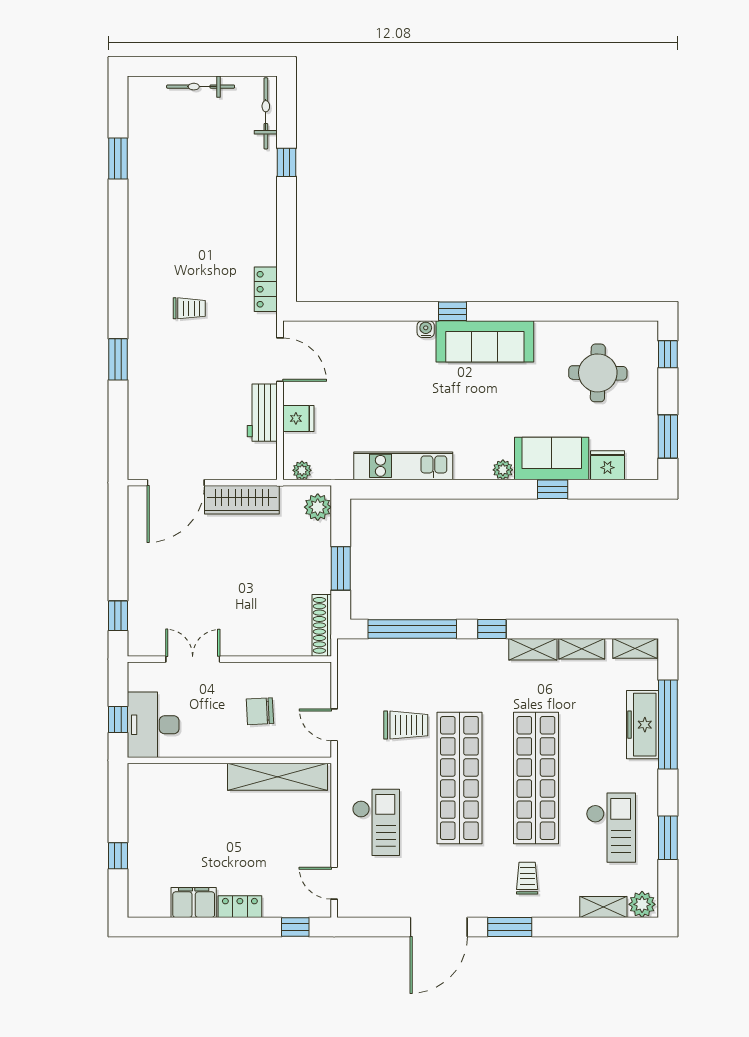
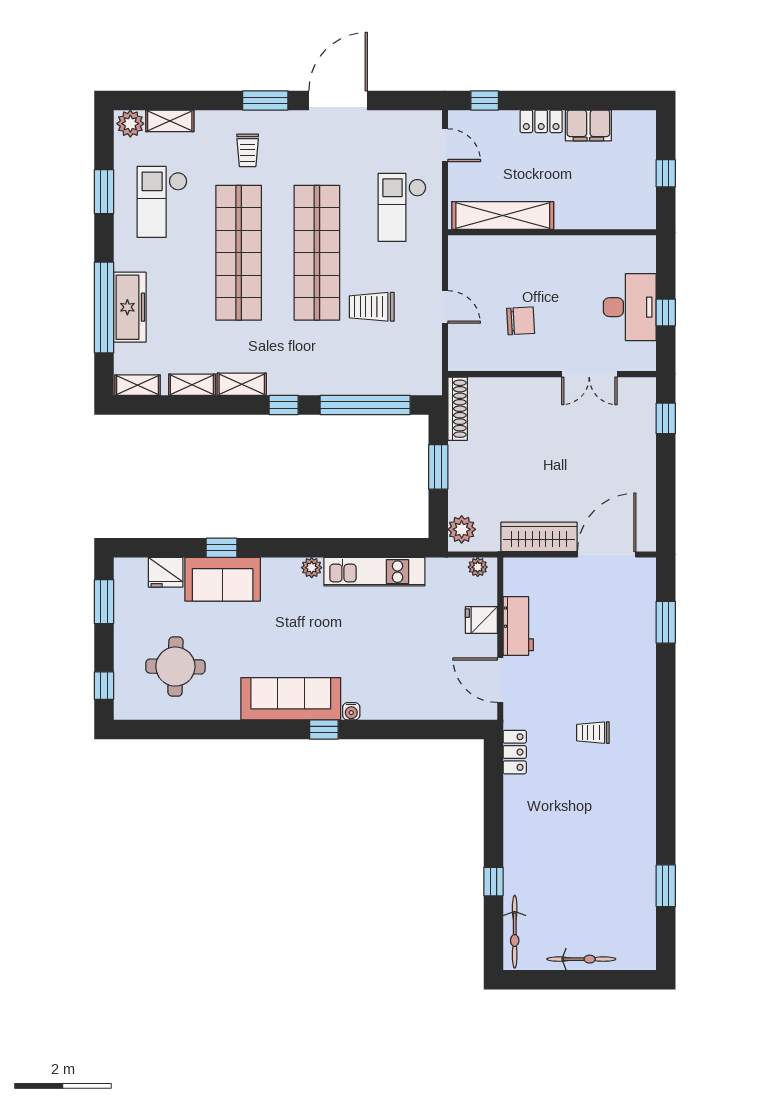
window: (118, 359) -> (666, 622), moved
plant: (503, 470) -> (312, 568), moved
wall: (229, 760) -> (552, 232), moved
shelving: (277, 777) -> (503, 215), moved

